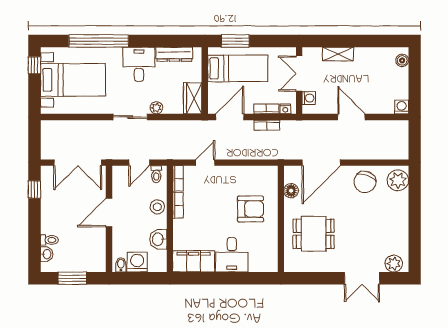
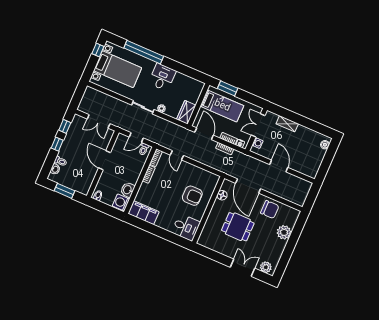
dresser: (174, 54) -> (187, 80), removed
washing machine: (402, 107) -> (312, 173), removed
door: (230, 117) -> (204, 134), hinge flipped
double door: (78, 163) -> (99, 121), width x0.73
door: (205, 163) -> (177, 155), swing flipped
door: (321, 163) -> (248, 186), hinge flipped
plant: (398, 180) -> (284, 232), moved
chair: (365, 182) -> (270, 209), turned -110
stool: (157, 207) -> (136, 170), removed
door: (109, 213) -> (104, 160), hinge flipped
window: (34, 218) -> (57, 144), added
dining table: (314, 234) -> (238, 227), moved
desk: (232, 255) -> (186, 227), moved, turned -90
washing machine: (137, 262) -> (121, 202), moved, turned -90
double door: (362, 278) -> (242, 268), swing flipped

